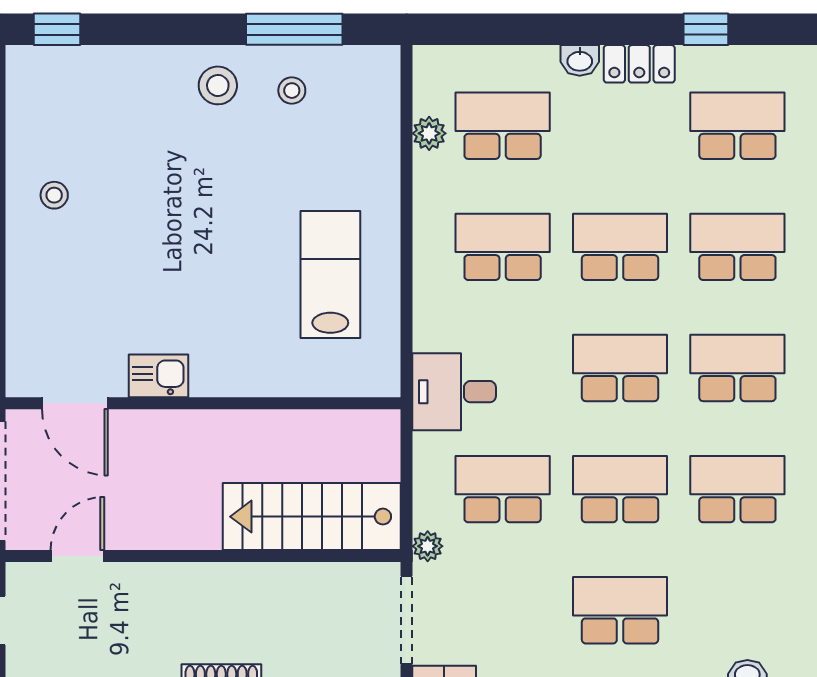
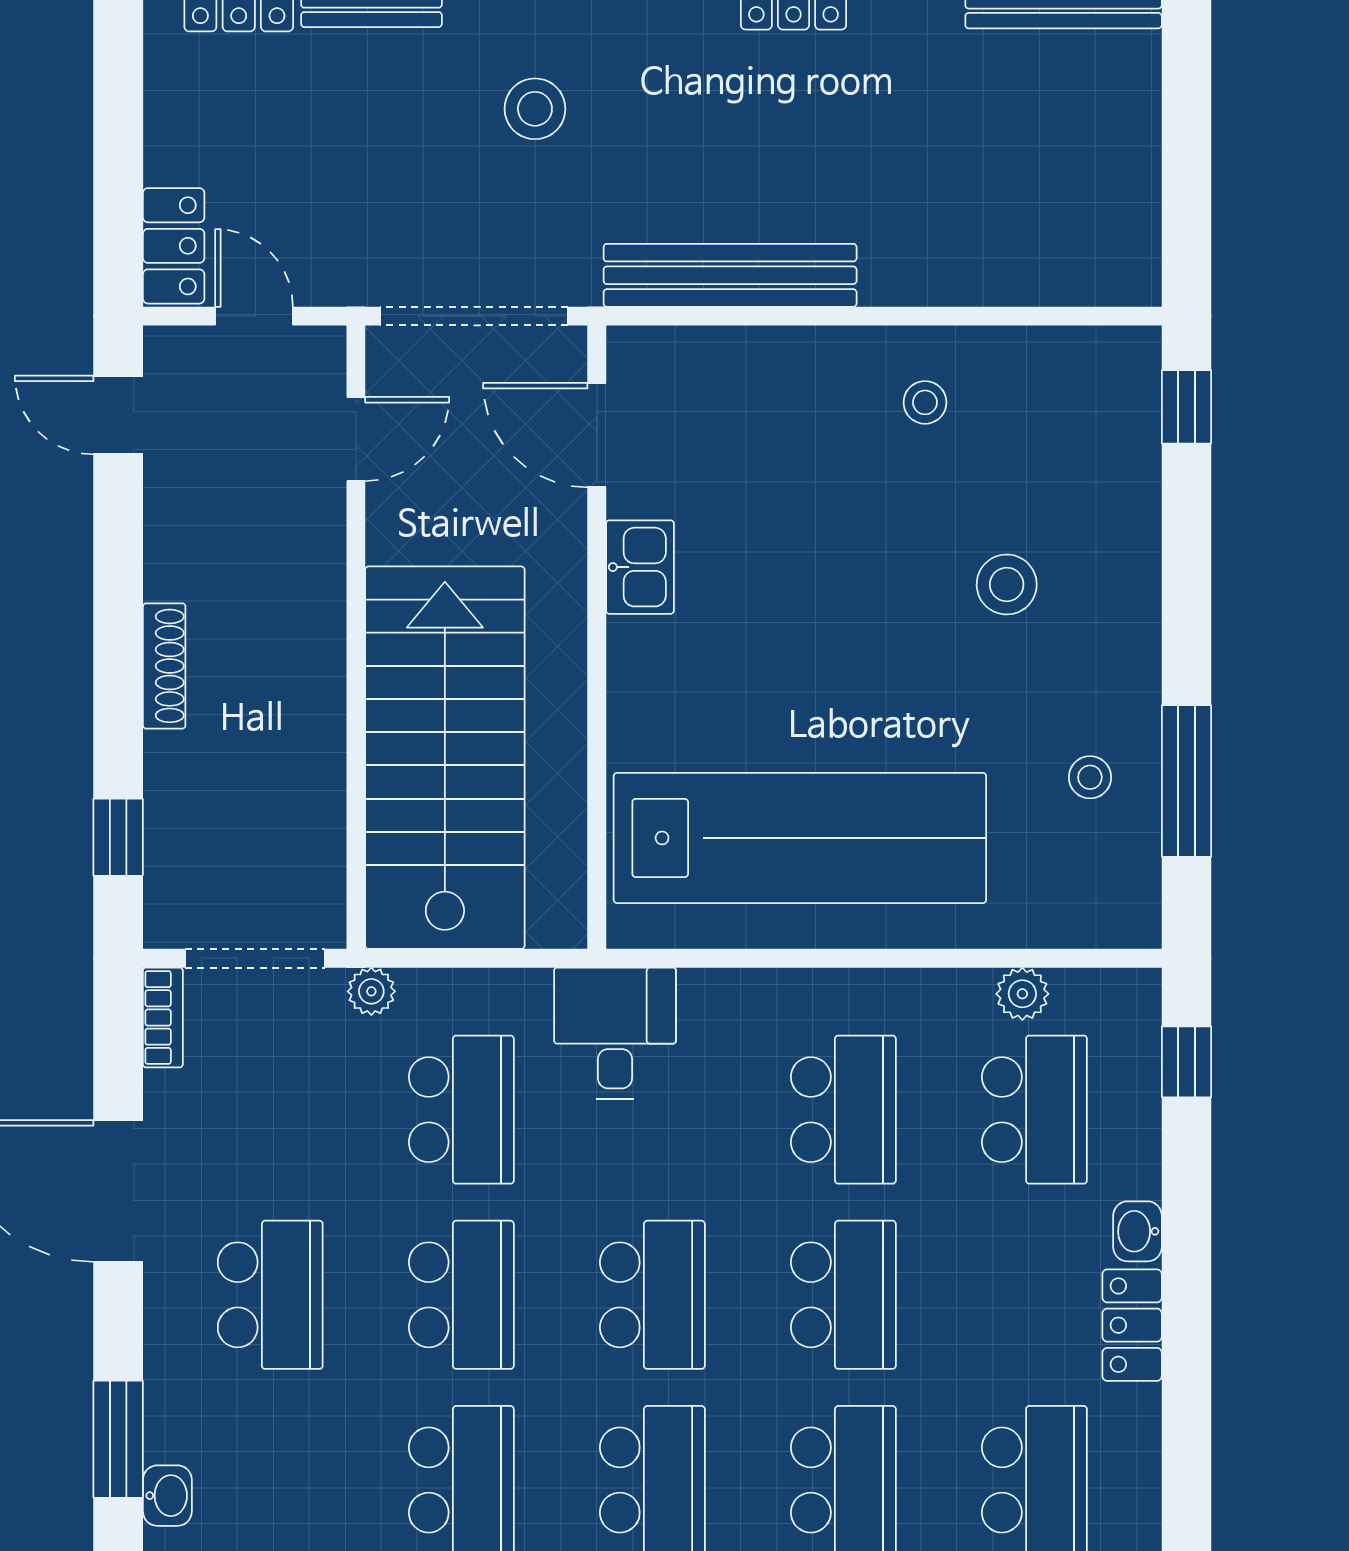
window: (706, 29) -> (1186, 1062), moved
stool: (218, 85) -> (1007, 584), moved
lab bench: (330, 274) -> (800, 838), width x1.86, depth x1.39
door: (75, 403) -> (597, 435), hinge flipped
stairs: (312, 517) -> (445, 758), width x1.36, depth x1.51
door: (77, 556) -> (356, 439), hinge flipped

